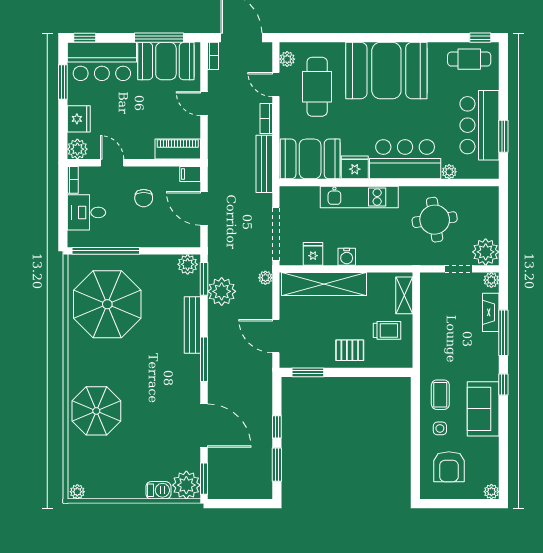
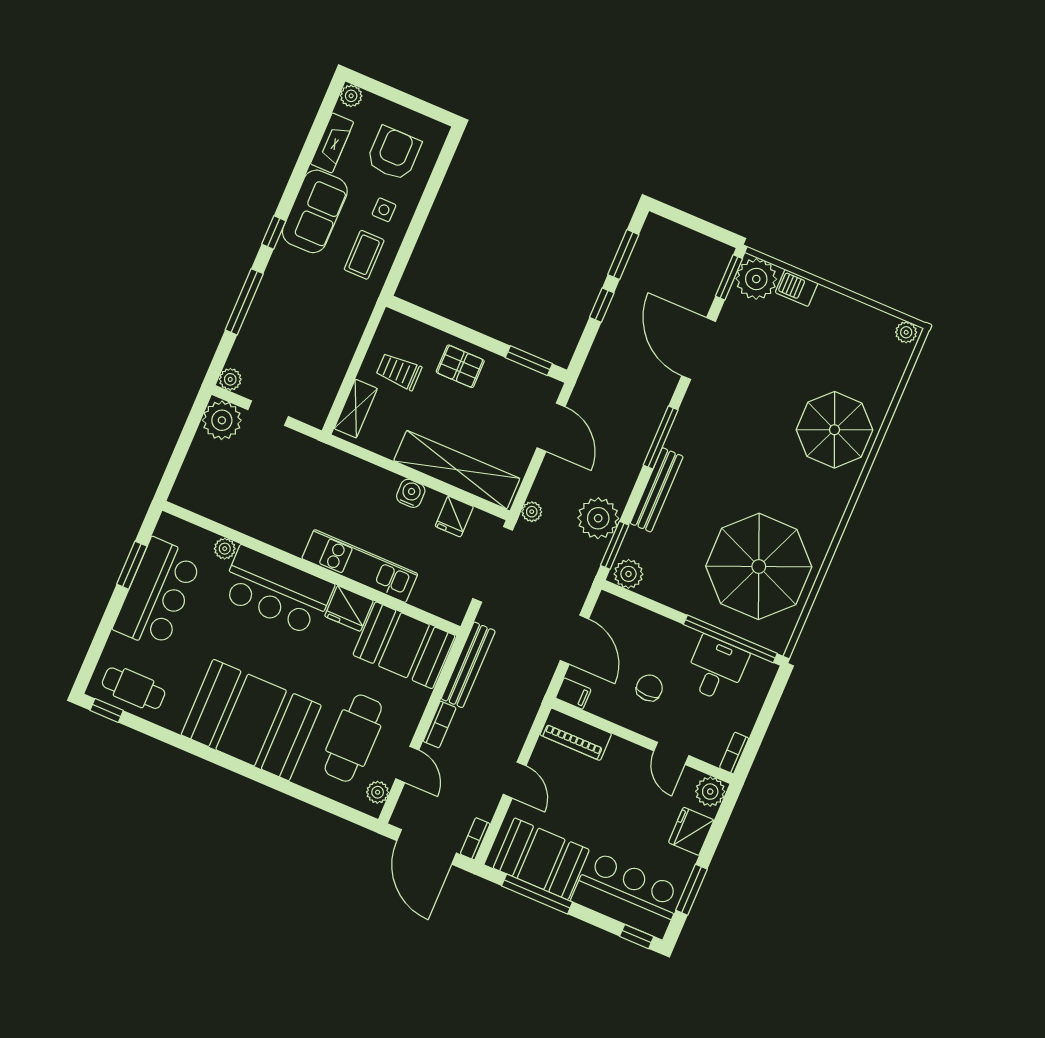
desk: (86, 212) -> (716, 669), moved, turned -90
round table: (435, 220) -> (272, 493), removed
fireplace: (491, 312) -> (332, 143), moved

